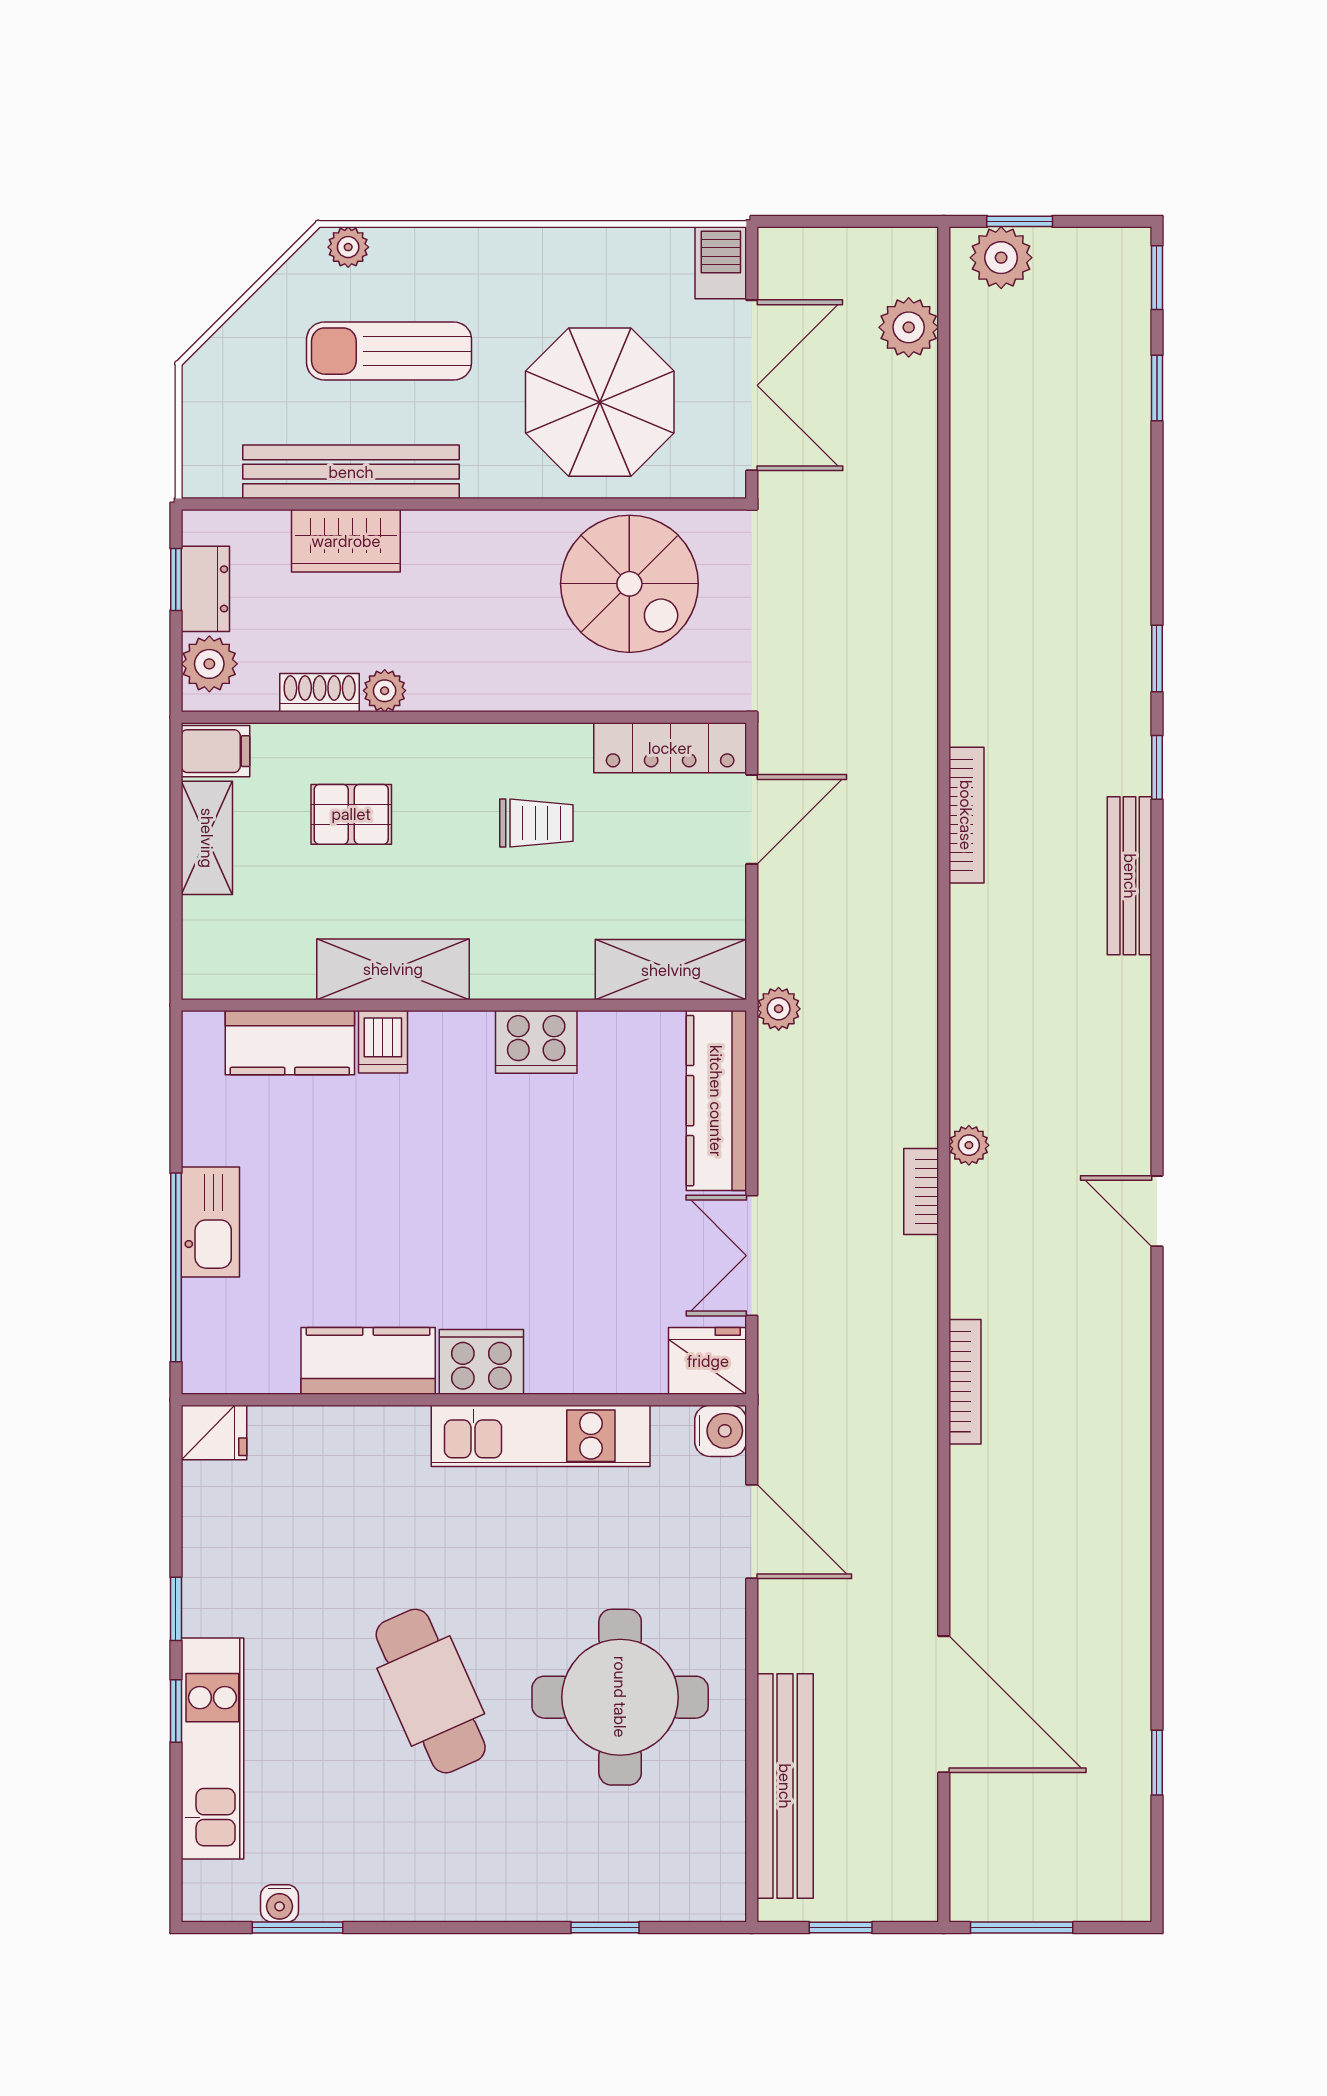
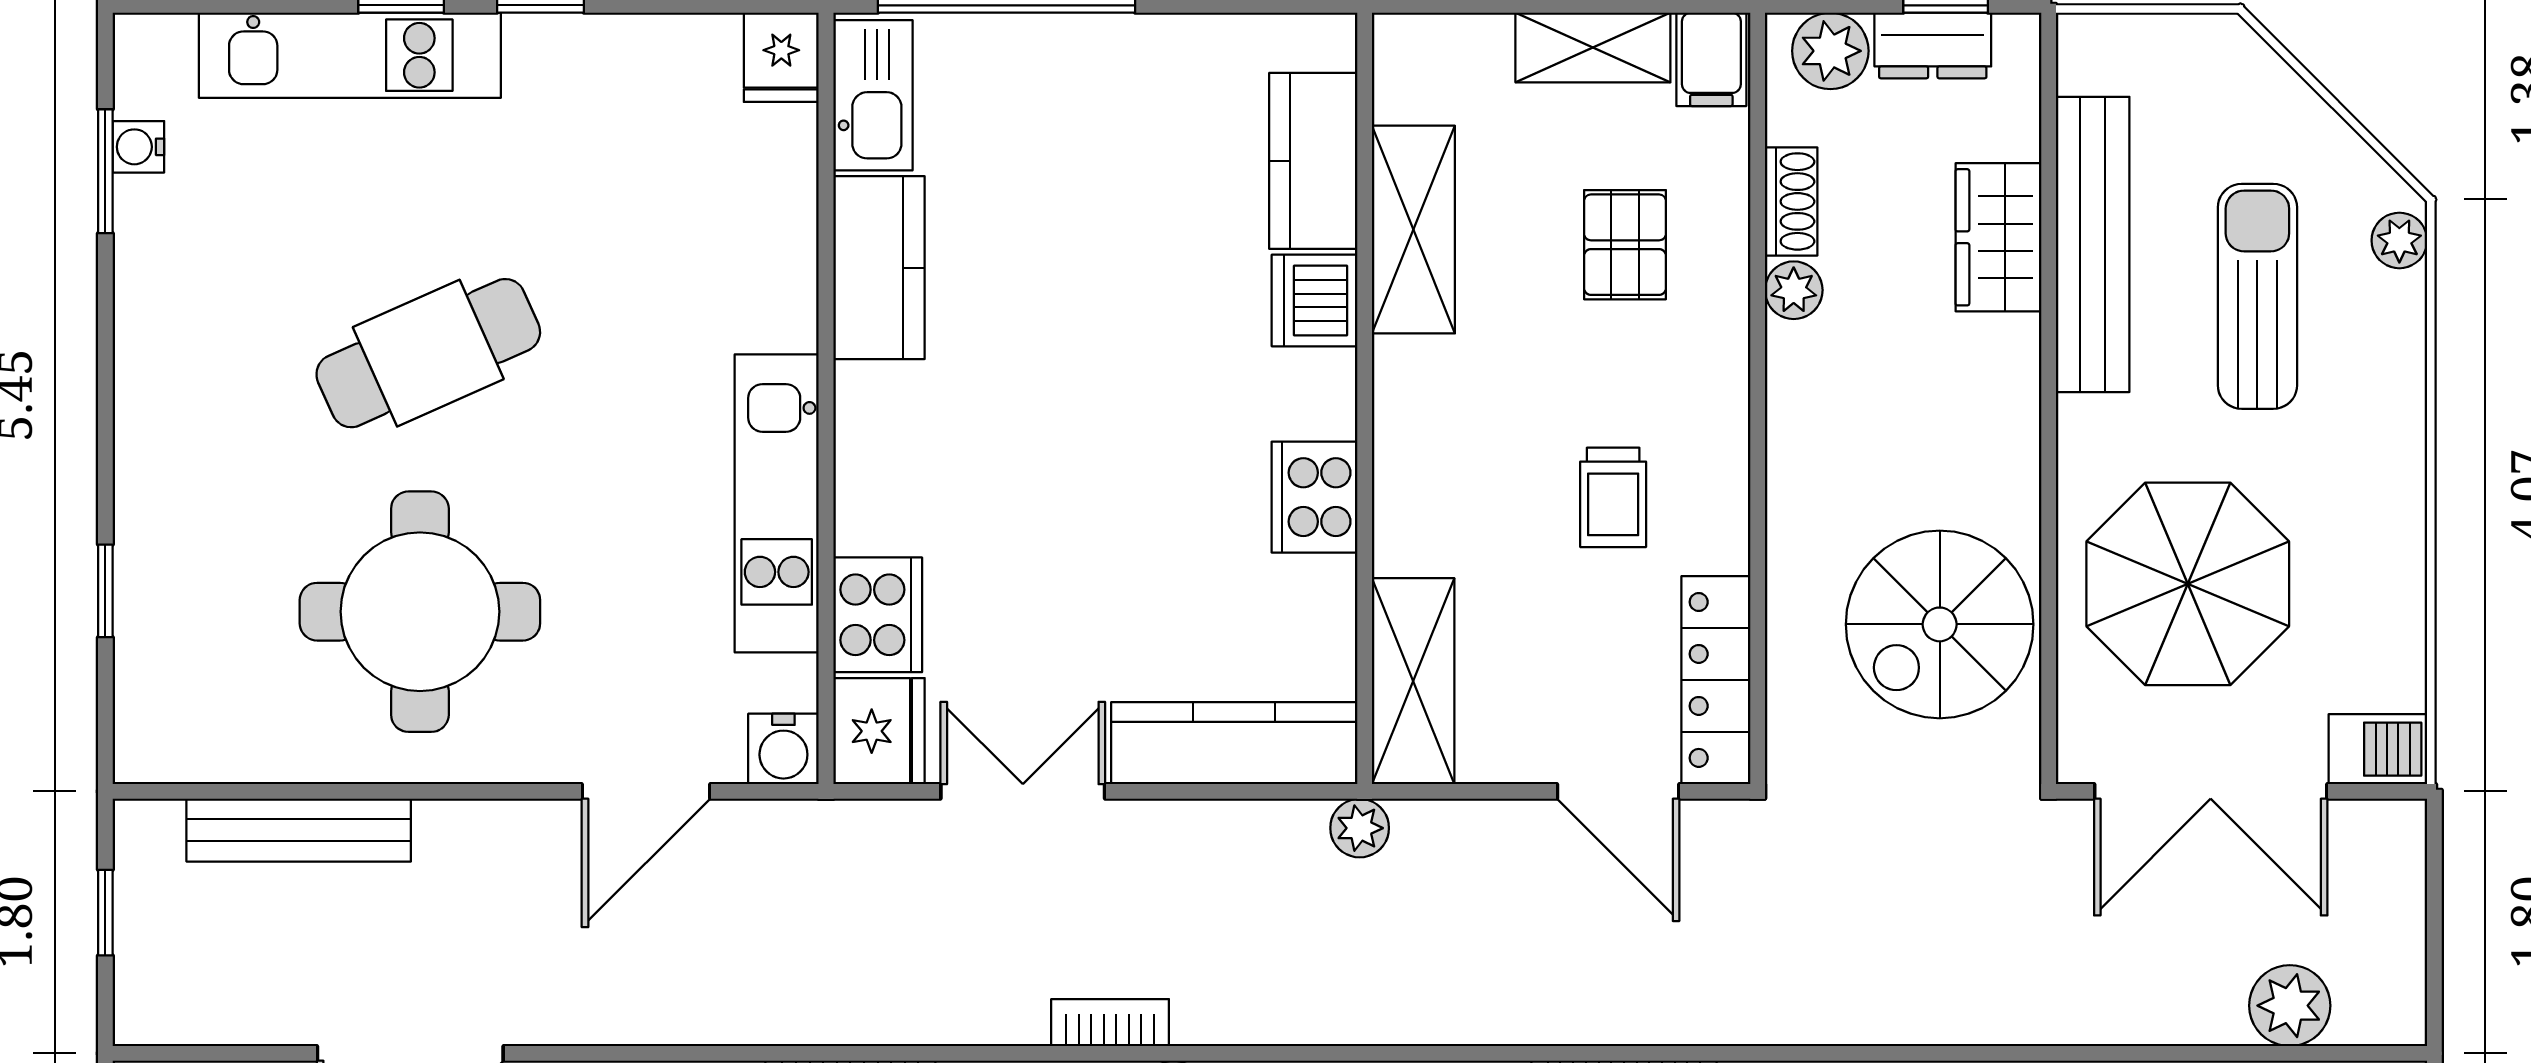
shelving: (393, 969) -> (1413, 230), moved
dishwasher: (383, 1042) -> (1314, 301), width x1.38
kitchen sink: (210, 1222) -> (873, 95), moved, turned -90
cooker: (481, 1362) -> (878, 615), moved
bench: (785, 1786) -> (299, 830), width x0.73, depth x0.82

